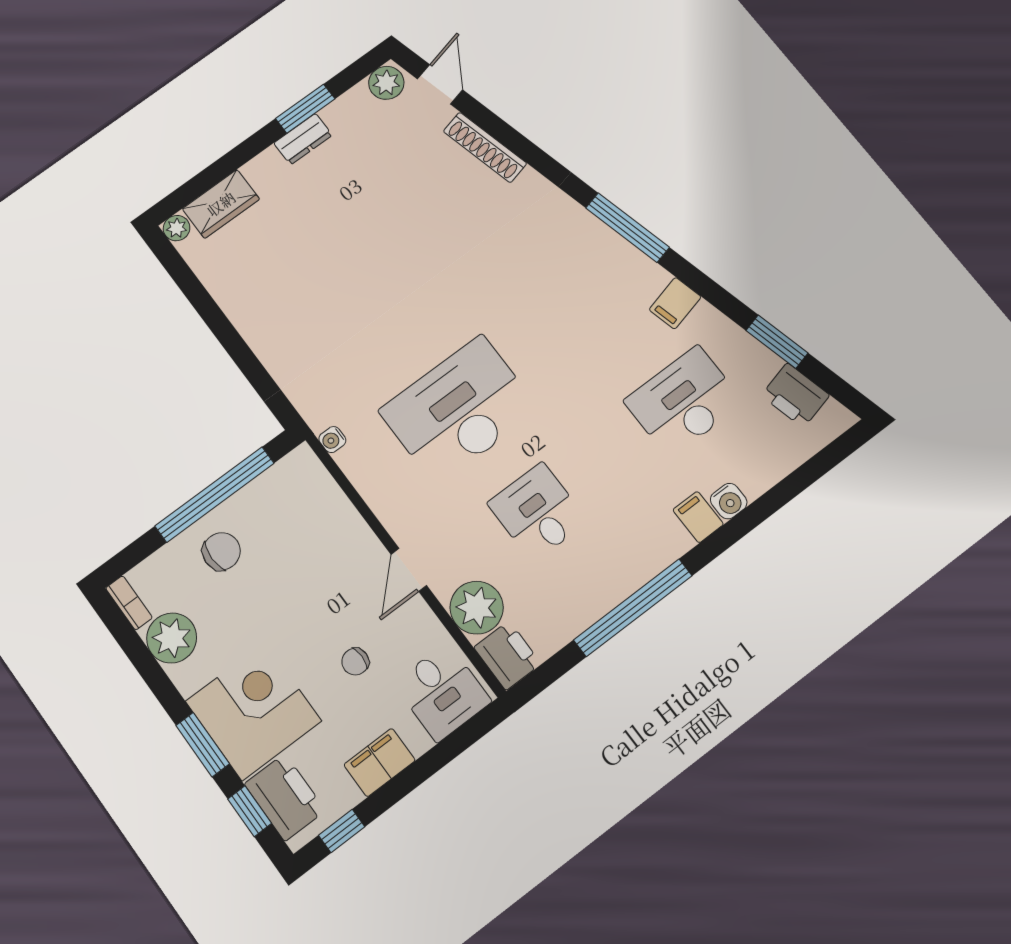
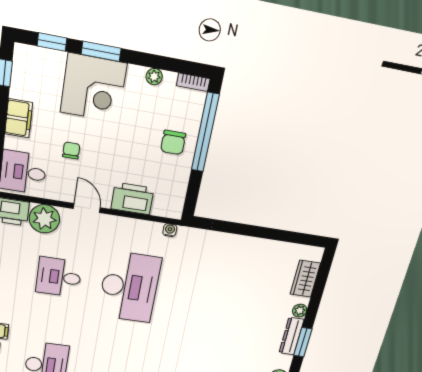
dresser: (303, 139) -> (291, 336), width x1.44
plant: (177, 228) -> (300, 311), moved
window: (215, 495) -> (205, 133), moved
desk: (538, 512) -> (59, 277), turned 180
plant: (172, 638) -> (154, 77), width x0.53, depth x0.53
printer: (285, 797) -> (132, 199), moved, turned 180

